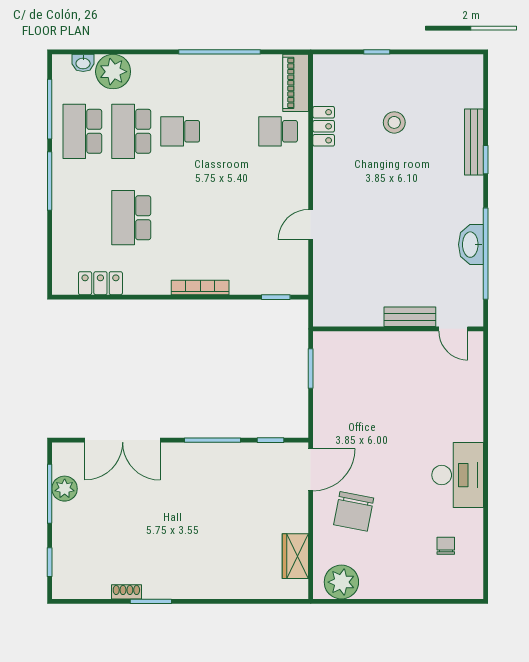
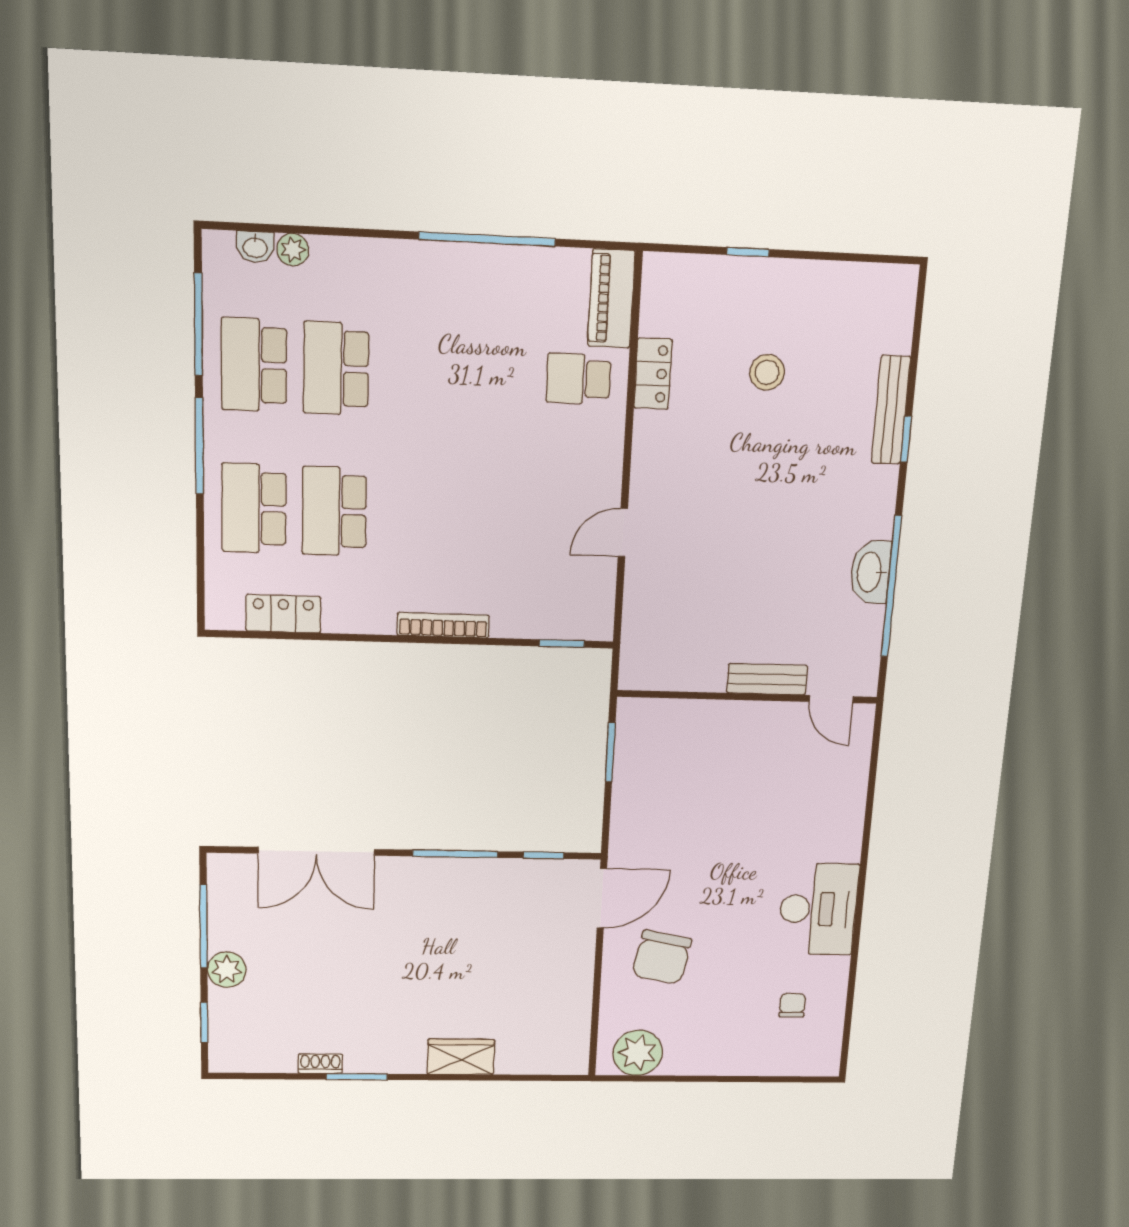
plant: (113, 72) -> (293, 250), width x0.53, depth x0.53
school desk: (180, 131) -> (254, 508), moved, width x1.85
plant: (65, 489) -> (227, 970), moved
wardrobe: (295, 556) -> (461, 1057), moved, turned 90

